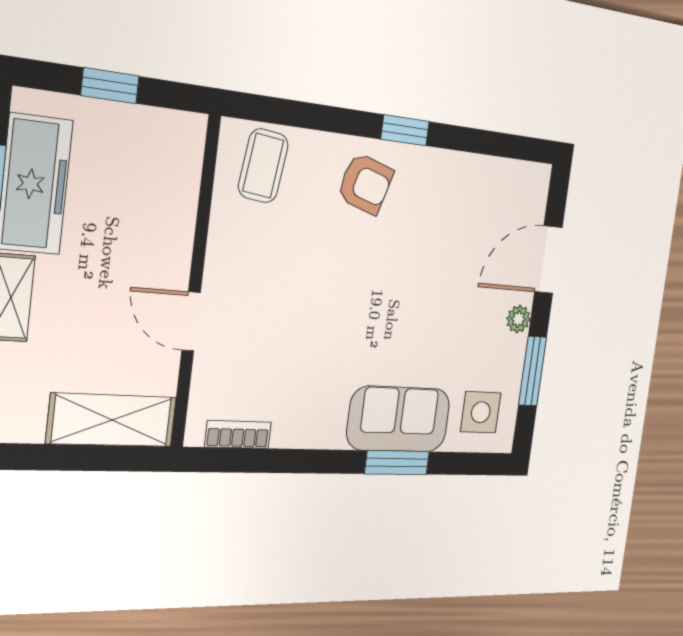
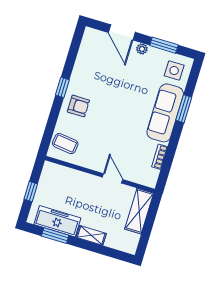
armchair: (365, 184) -> (78, 106), turned 73
door: (191, 321) -> (112, 178), swing flipped
sofa: (399, 419) -> (165, 113), width x1.36
bookcase: (238, 434) -> (160, 157), moved

